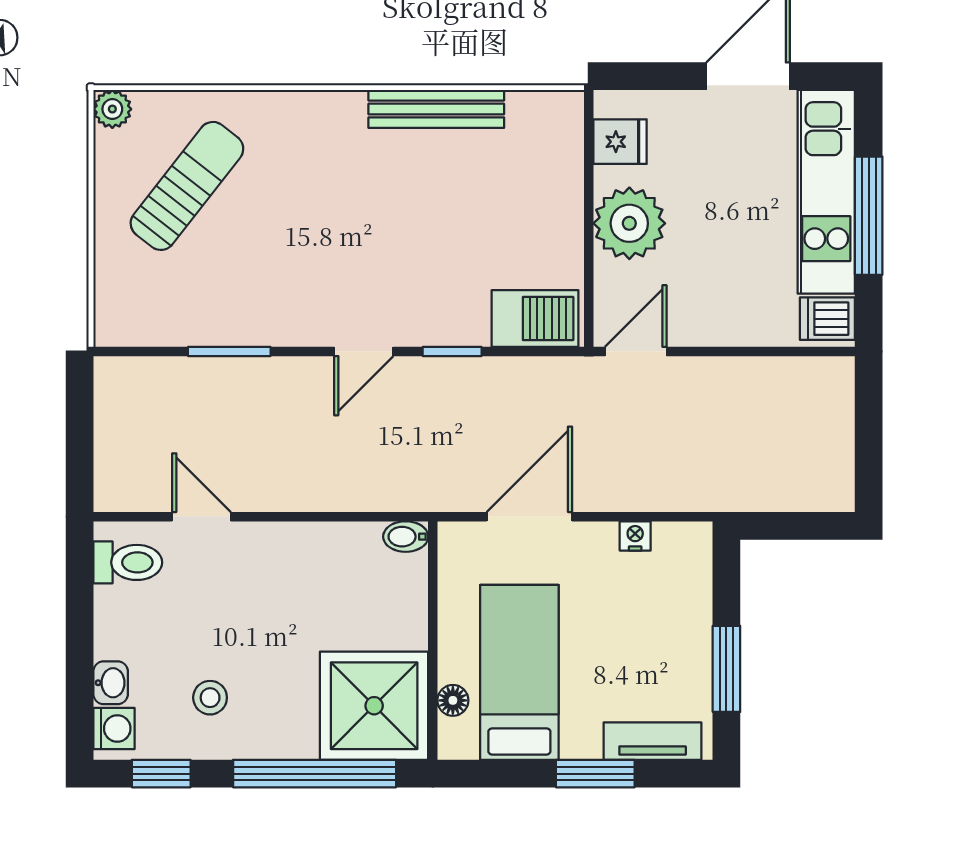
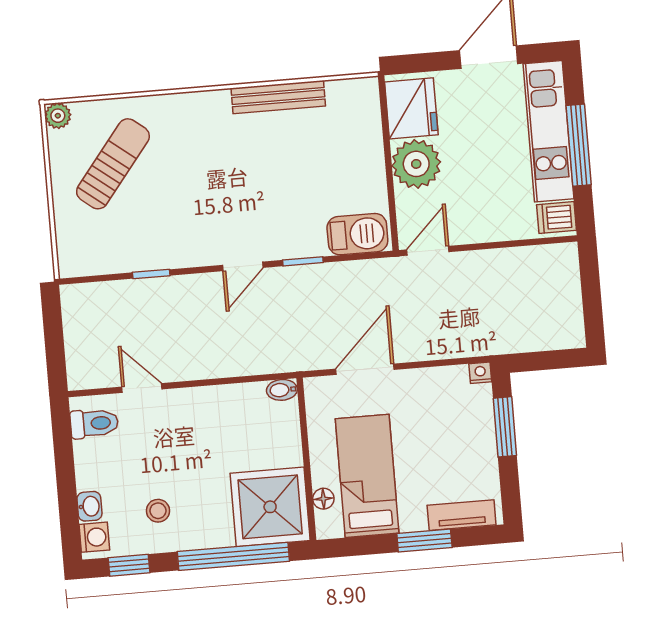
fridge: (620, 142) -> (411, 108), width x1.88, depth x1.34
window: (229, 351) -> (151, 274), width x0.67
nightstand: (635, 536) -> (480, 373), moved
window: (726, 669) -> (505, 427), moved

